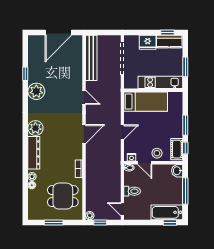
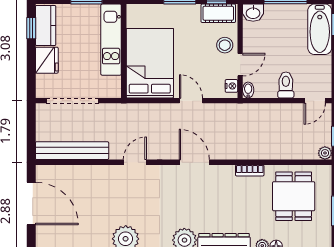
bed: (146, 102) -> (150, 63), width x1.50

